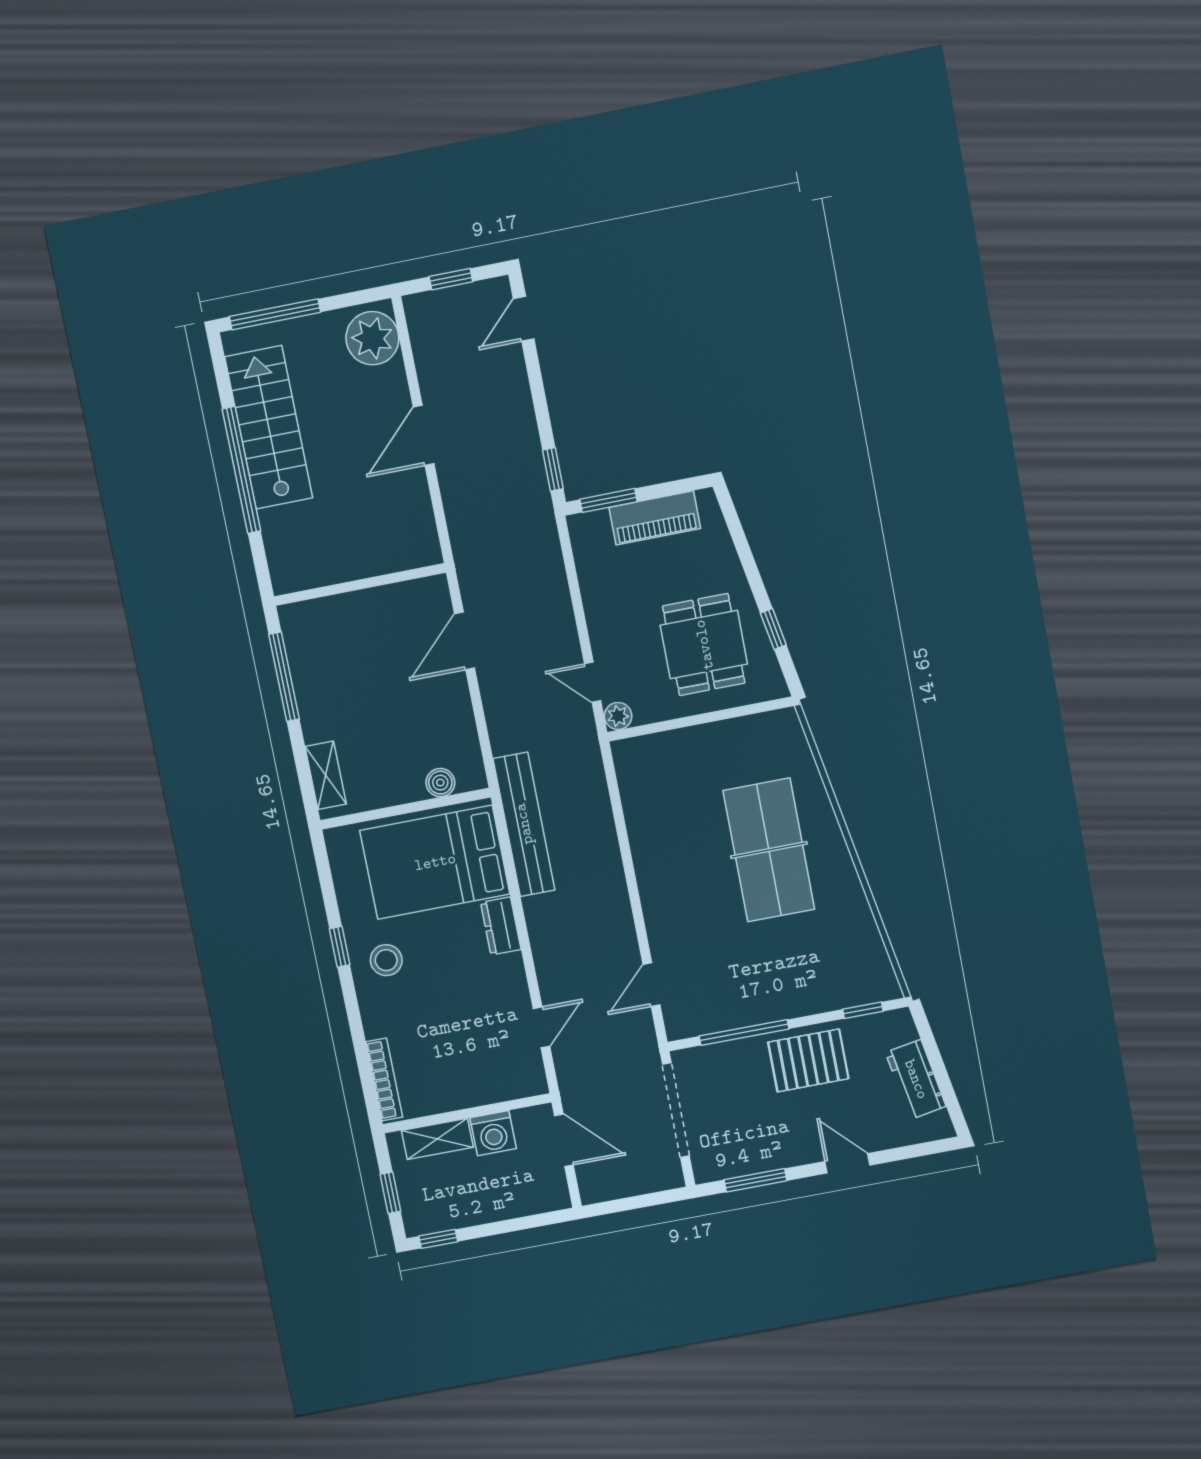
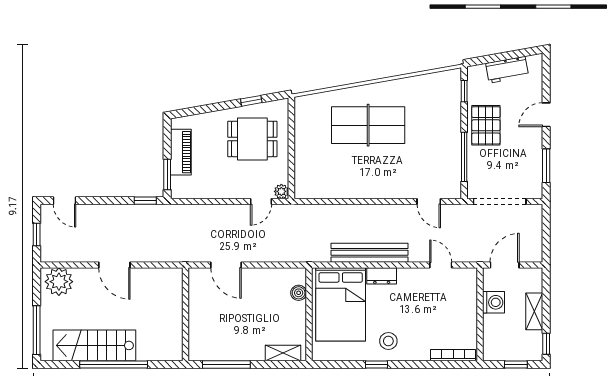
bench: (524, 824) -> (370, 253), moved
shelving: (437, 1139) -> (534, 311), moved

